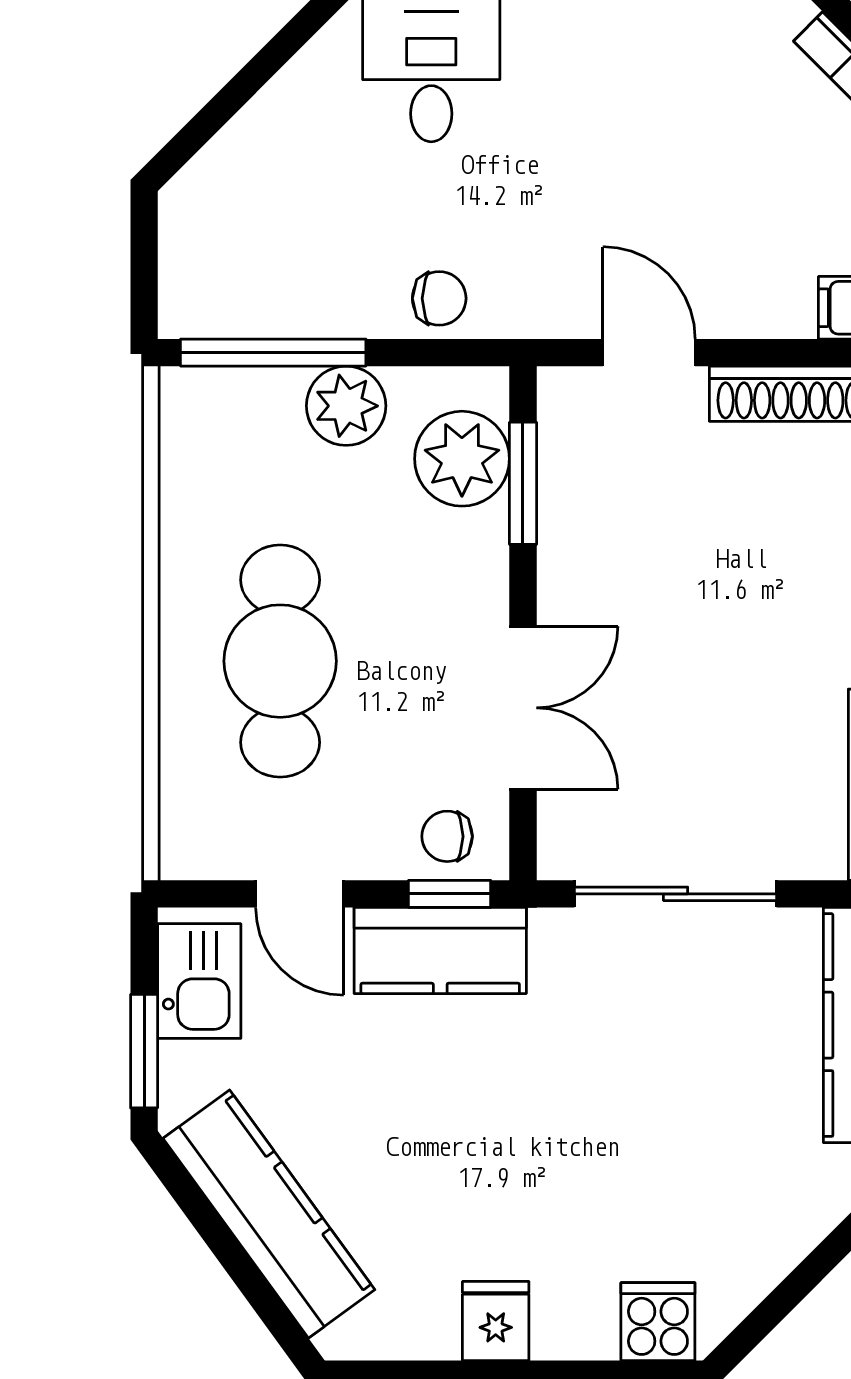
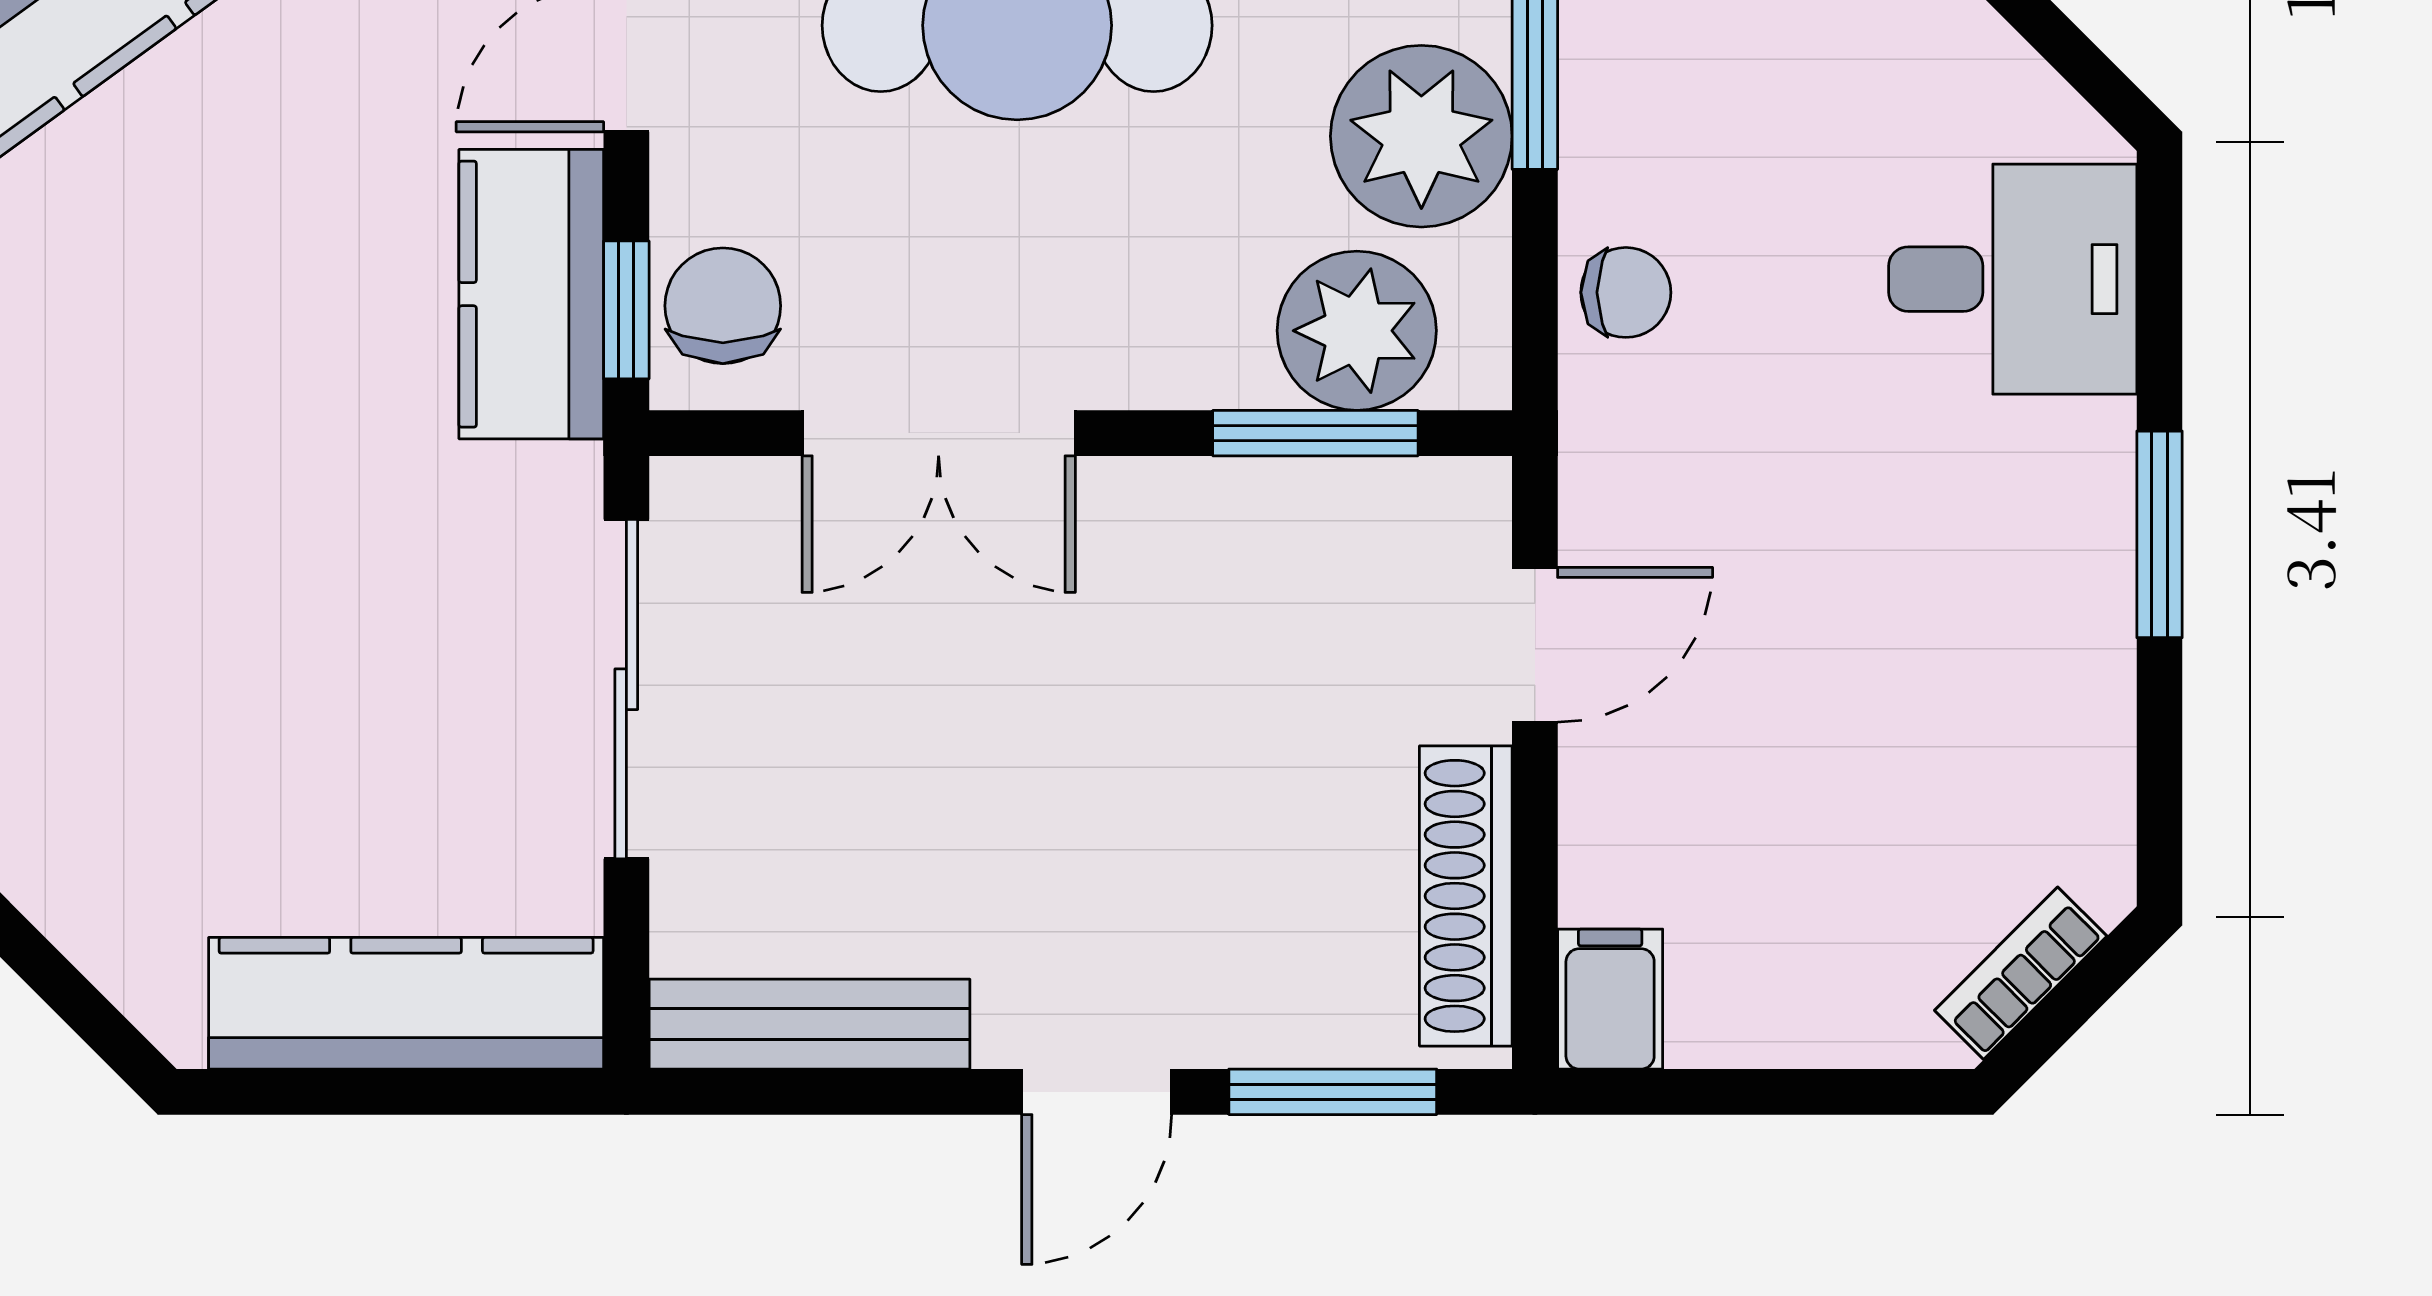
chair: (439, 298) -> (1626, 292), turned -90
plant: (346, 406) -> (1421, 136), width x1.36, depth x1.36
chair: (447, 836) -> (723, 306), width x1.37, depth x1.37

